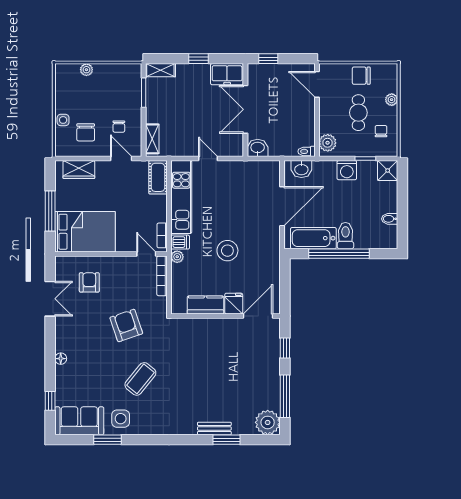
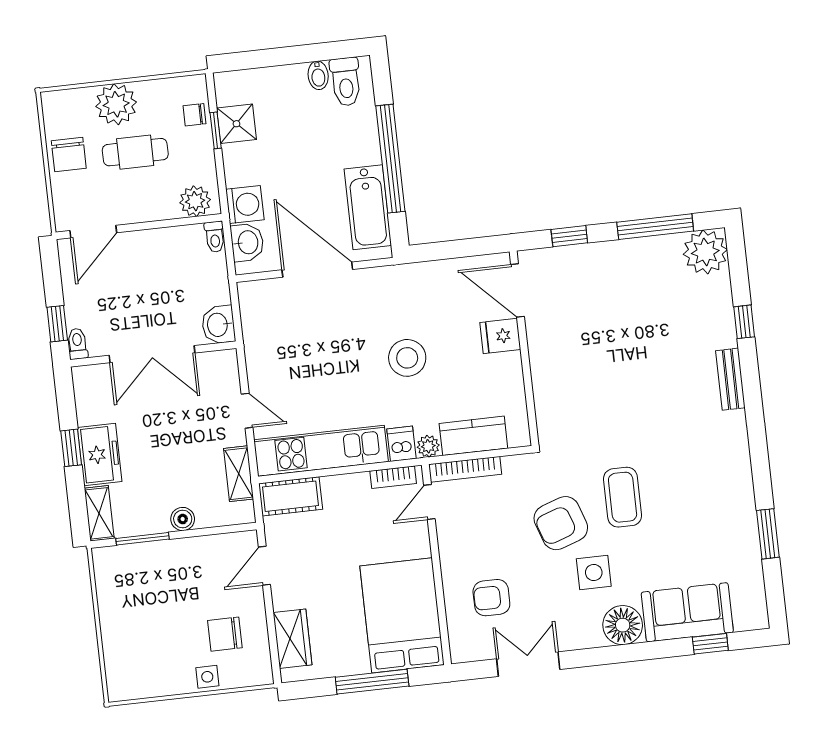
toilet: (256, 69) -> (77, 344), added
plant: (86, 70) -> (113, 645), removed
freezer: (227, 74) -> (100, 454), moved
plant: (392, 100) -> (116, 104), width x1.87, depth x1.87
boiler: (152, 116) -> (183, 519), added
chair: (119, 127) -> (208, 576), removed
chair: (381, 131) -> (194, 115), moved
chair: (86, 132) -> (225, 634), turned 180
shelving: (152, 139) -> (239, 474), moved, turned 90
door: (208, 159) -> (247, 411), swing flipped
washing machine: (347, 170) -> (245, 205), moved
shower: (388, 171) -> (236, 124), moved
toilet: (345, 236) -> (346, 82), moved, turned -90
kitchen counter: (205, 305) -> (473, 436), moved, turned 90
floor lamp: (61, 359) -> (623, 625), width x1.89, depth x1.89
coffee table: (140, 379) -> (623, 497), moved, turned 51
side table: (121, 419) -> (594, 573), moved
sofa: (79, 421) -> (687, 612), moved, turned 90
bench: (214, 428) -> (730, 379), moved
window: (226, 440) -> (744, 322), width x0.67

